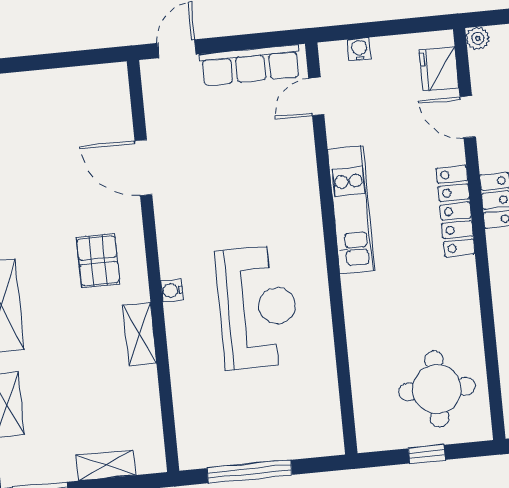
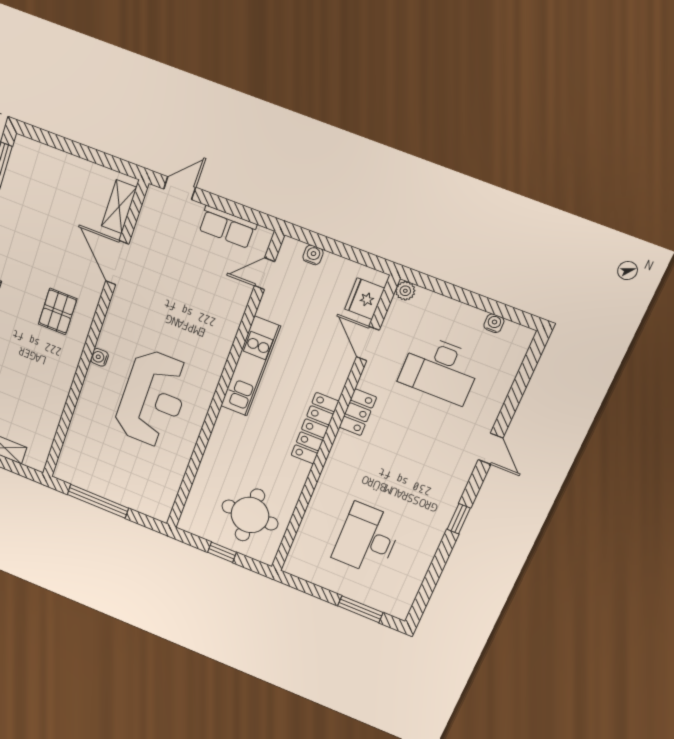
row of seats: (250, 65) -> (227, 227), width x0.68
locker: (456, 211) -> (315, 428), moved
shelving: (140, 334) -> (119, 207), moved

